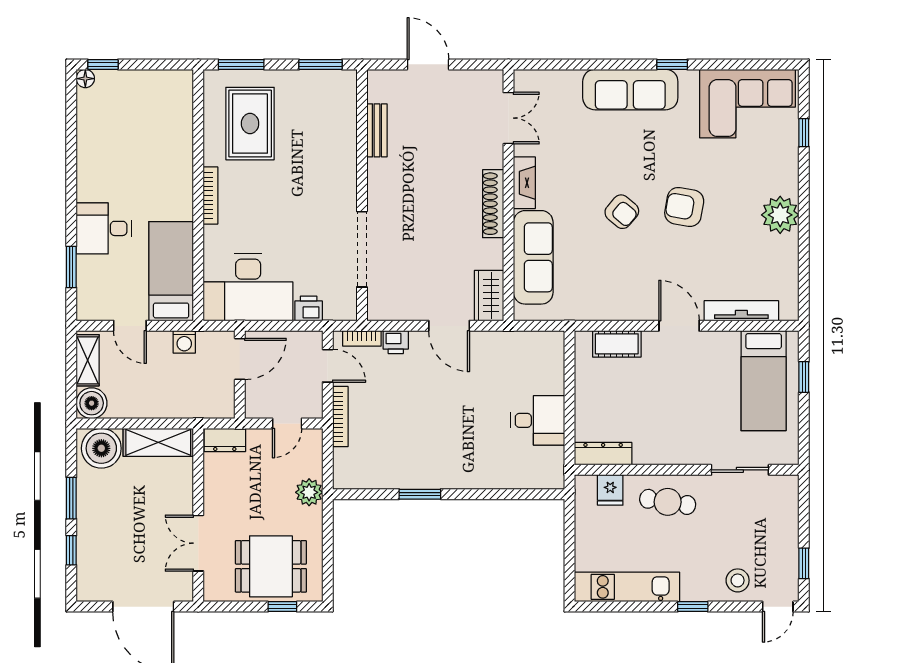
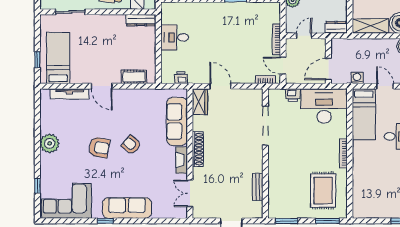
printer: (396, 342) -> (181, 78), moved

